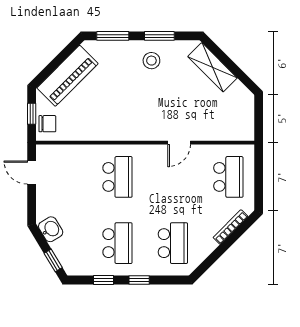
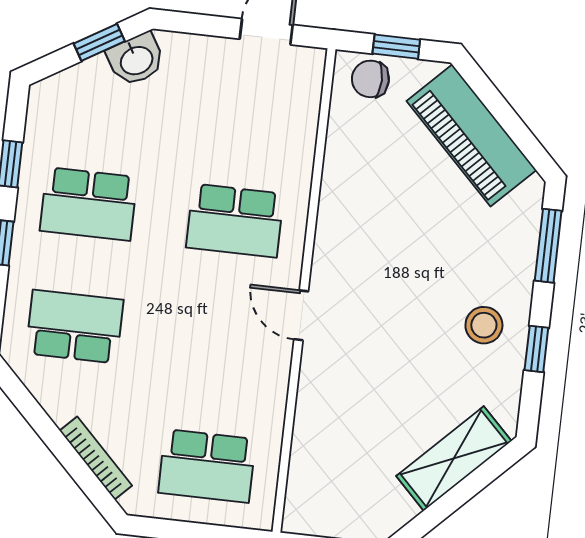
window: (159, 36) -> (536, 349), width x0.67
chair: (47, 124) -> (370, 79), turned 90
door: (179, 143) -> (301, 315), moved
school desk: (173, 243) -> (75, 327), turned 180
window: (53, 260) -> (99, 42), moved

